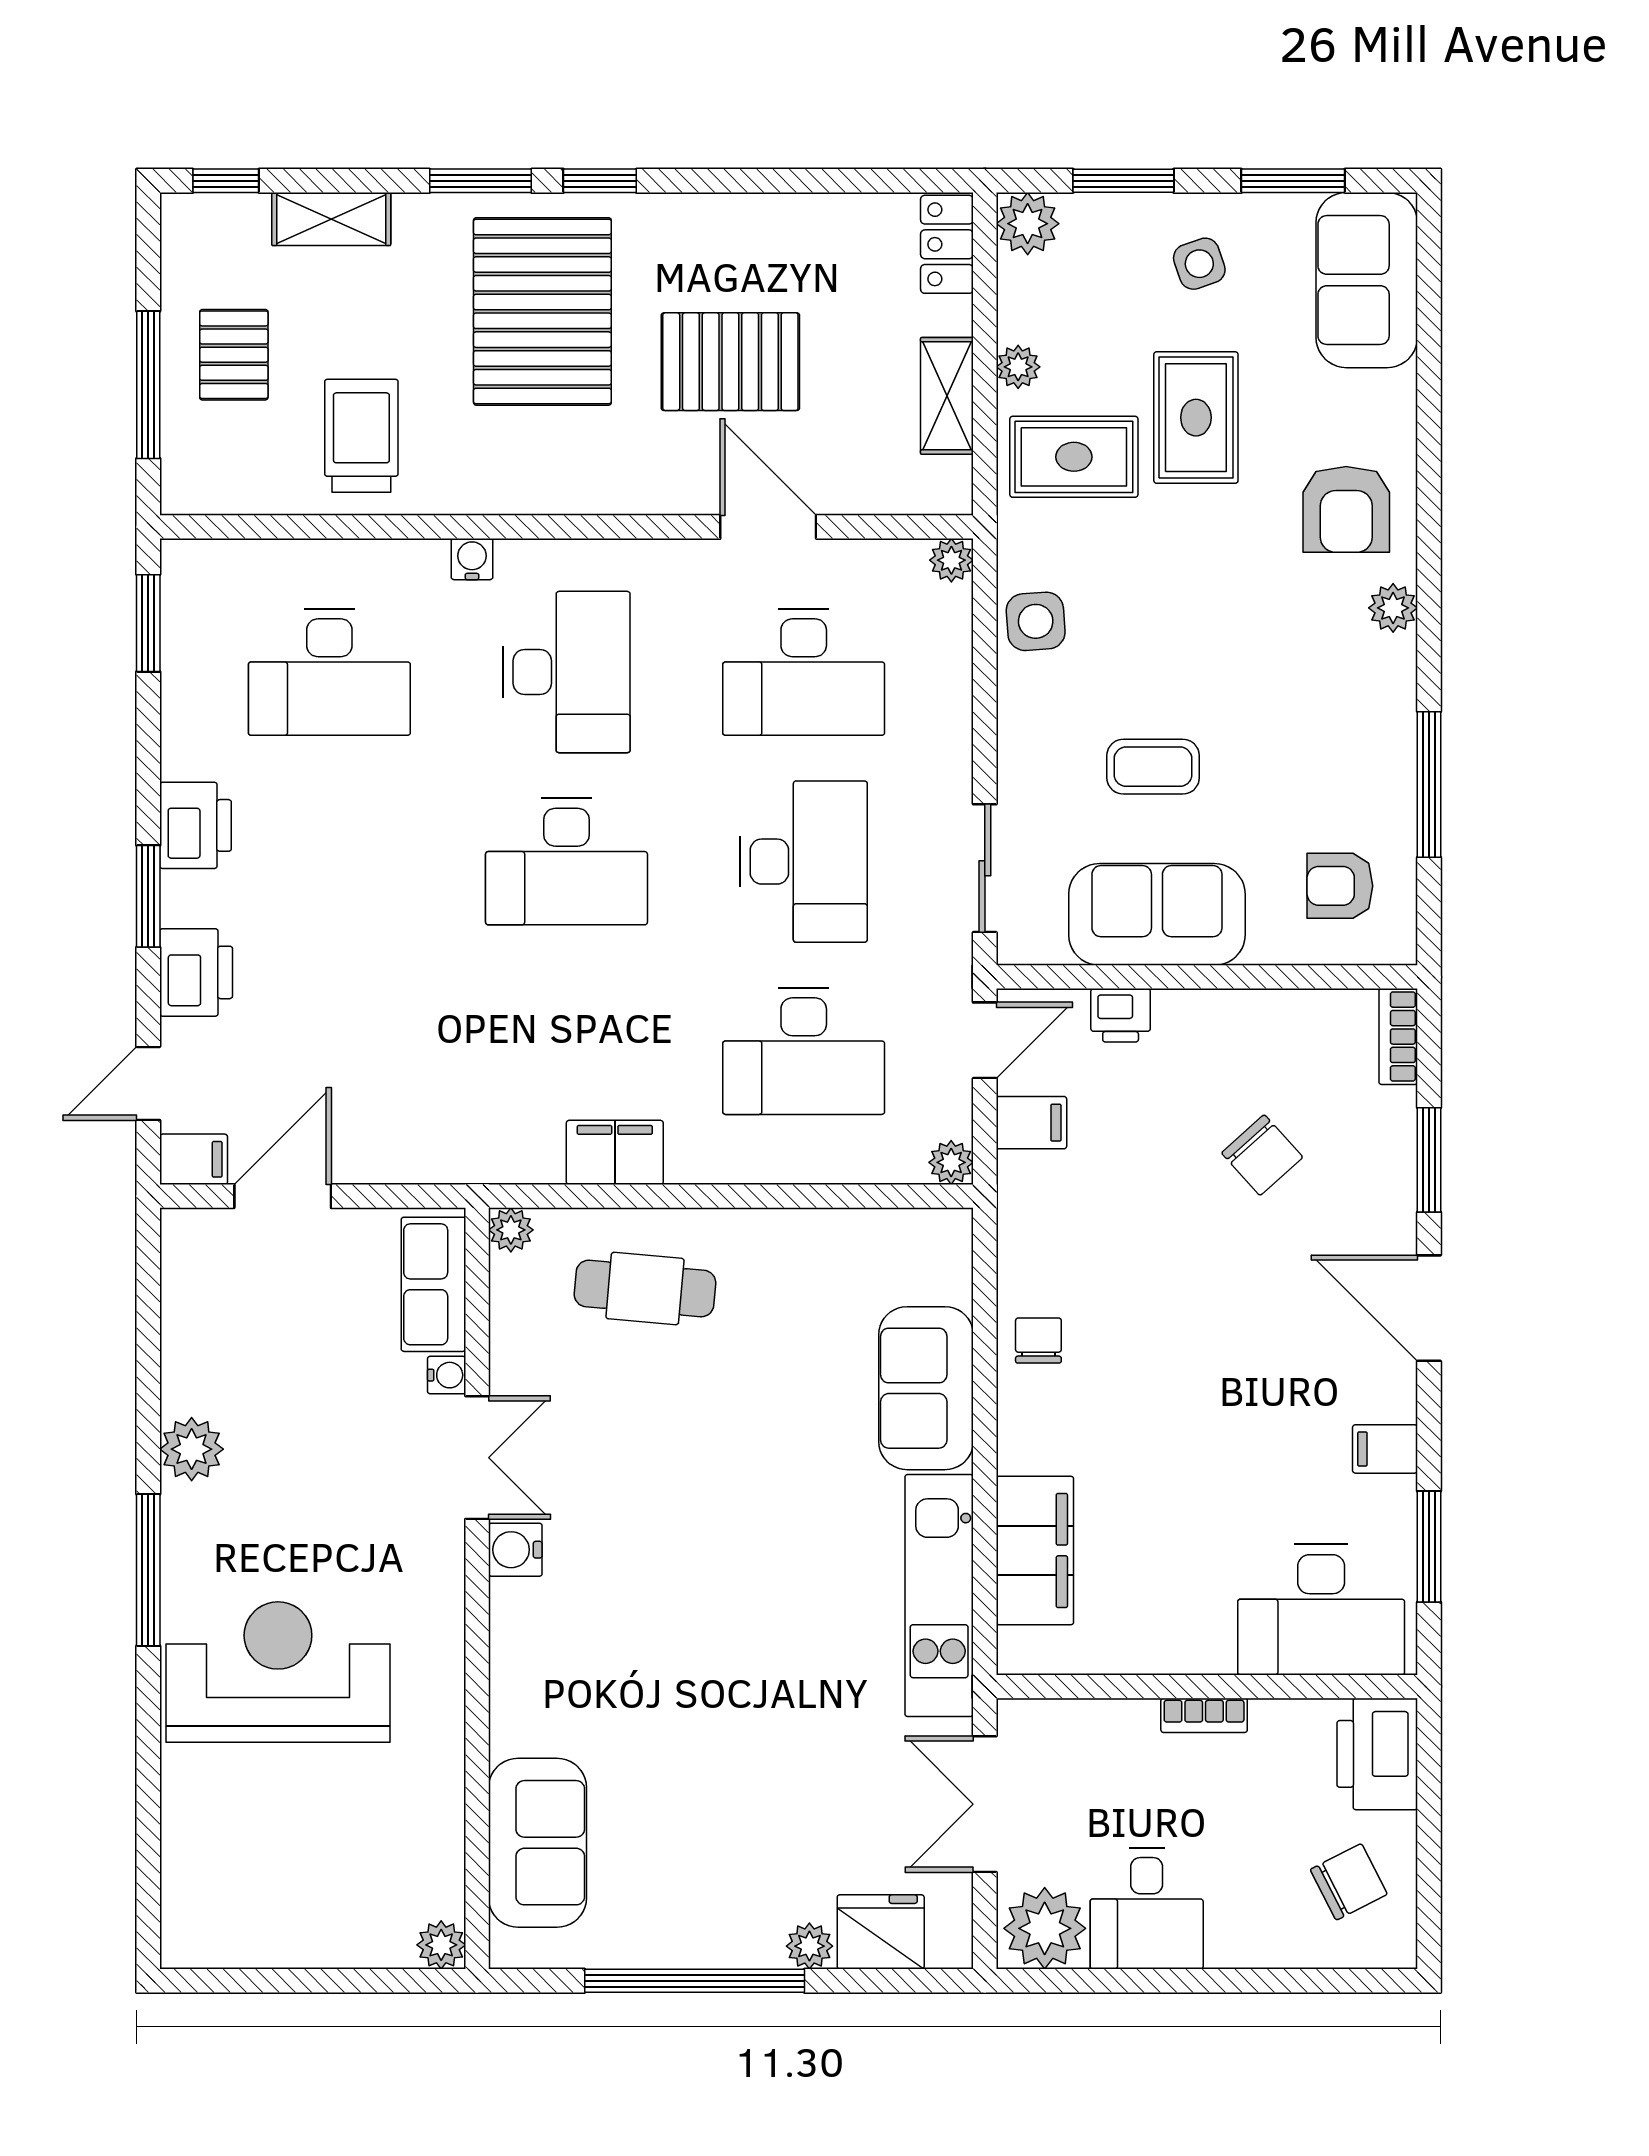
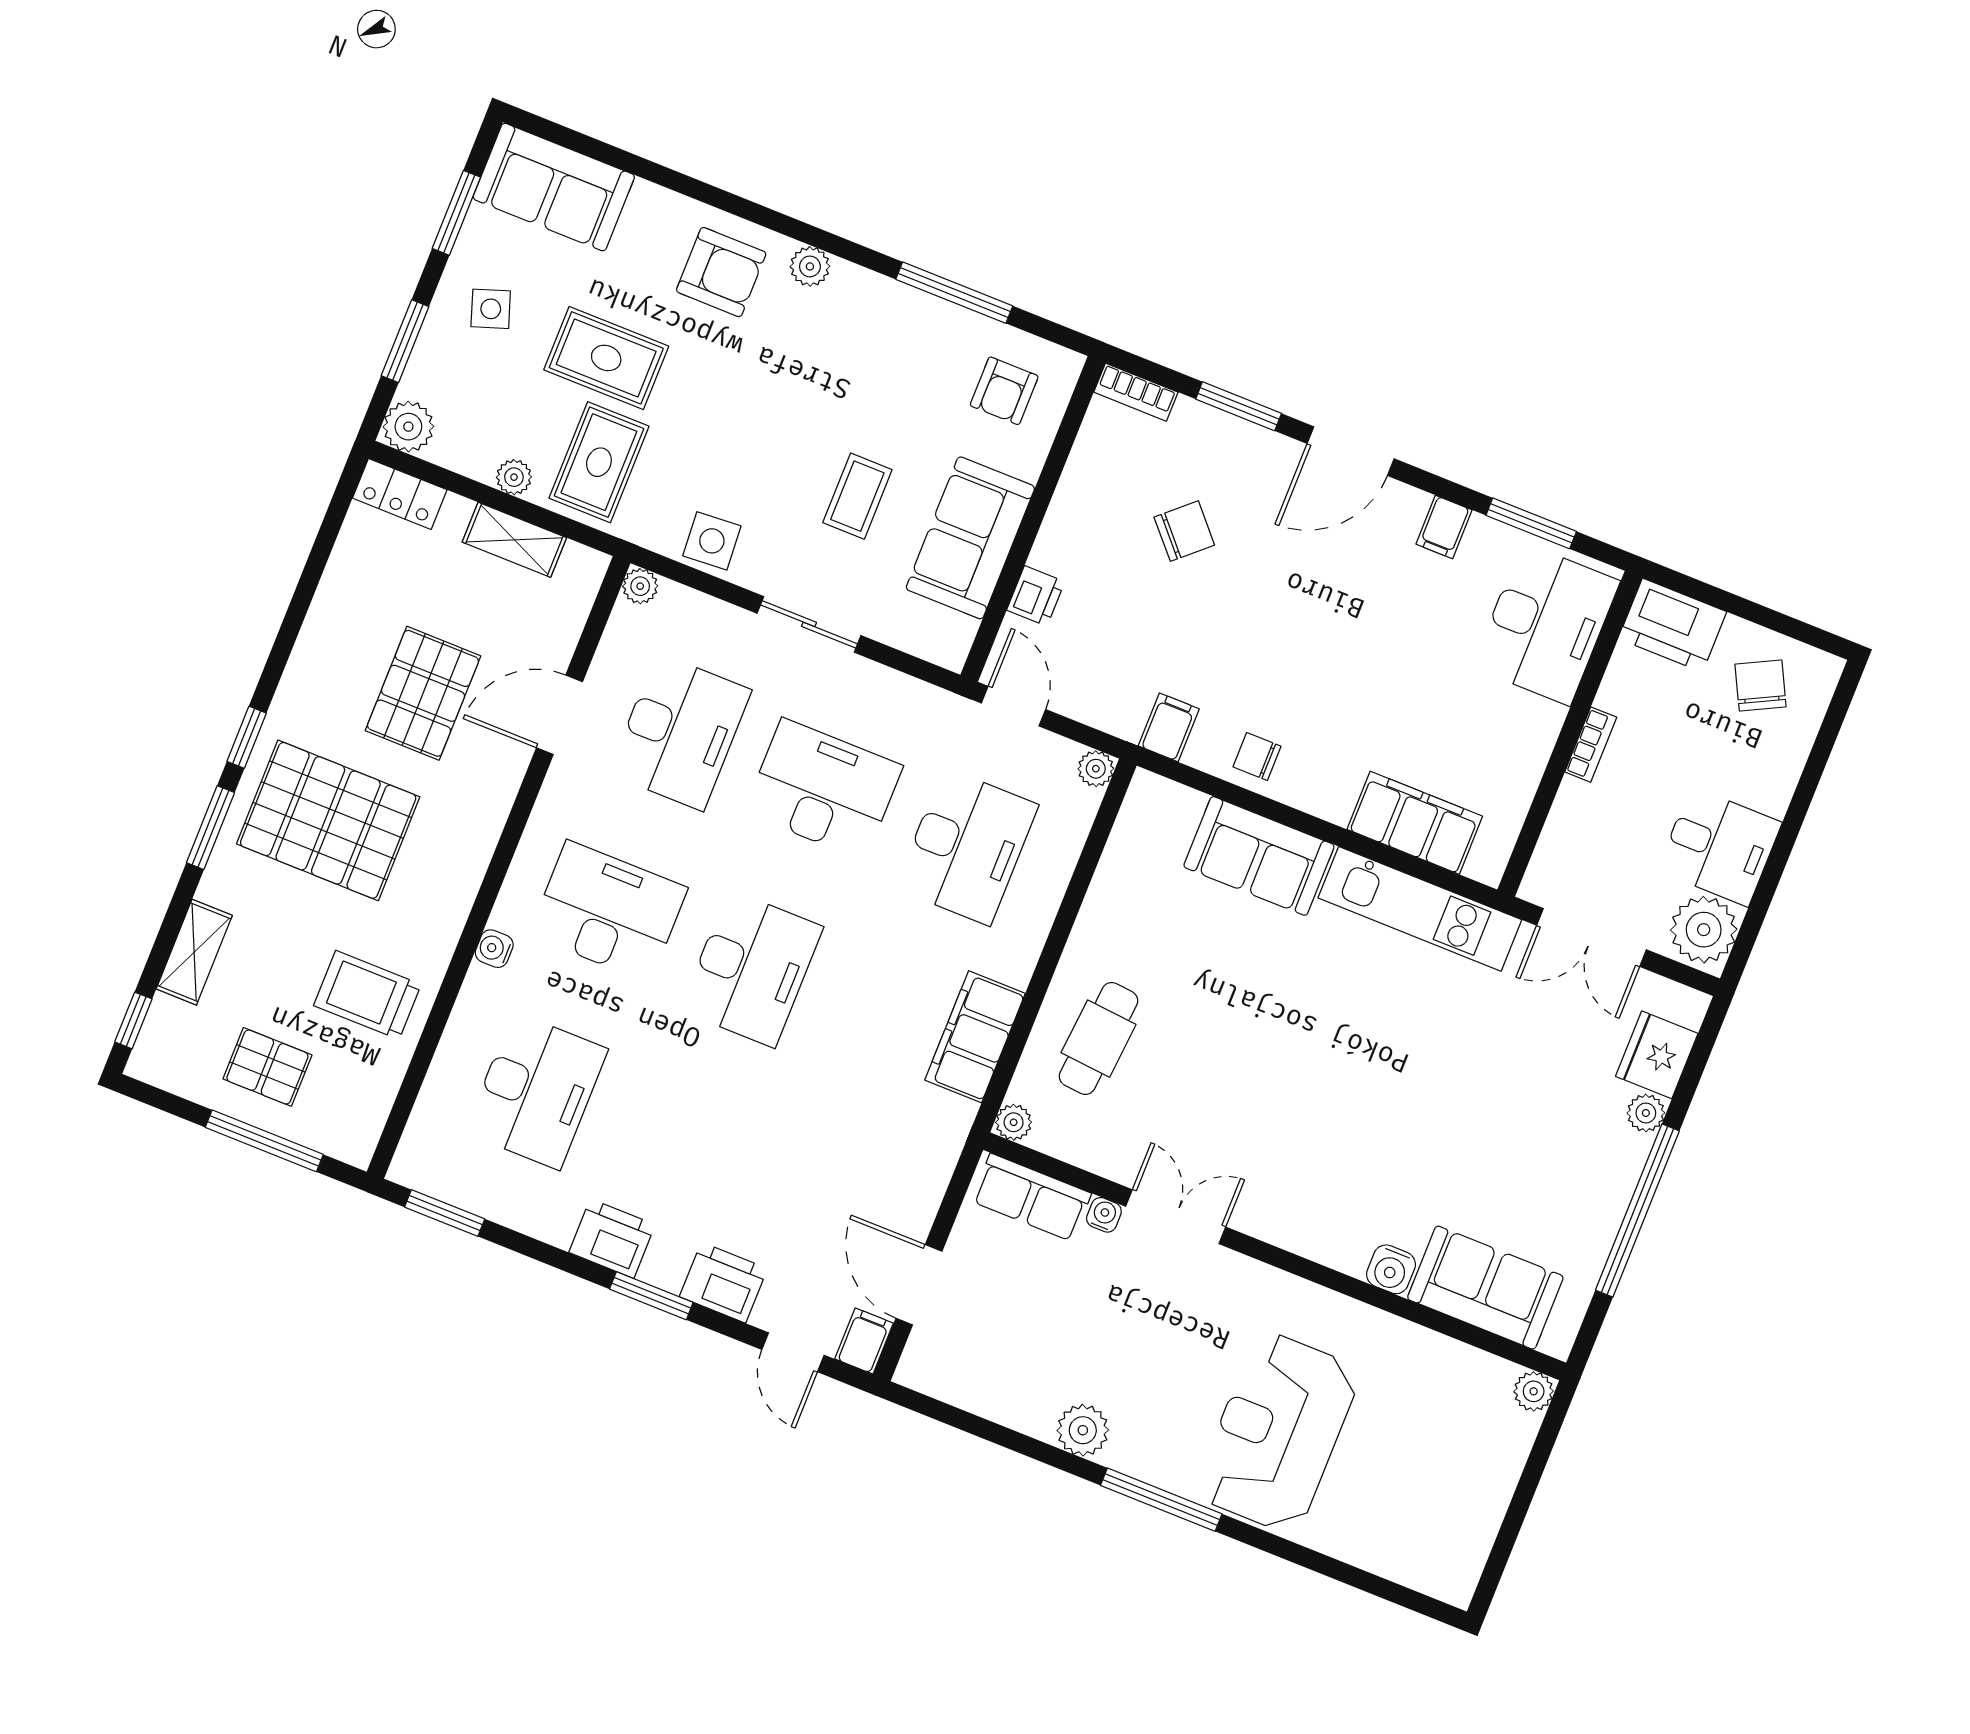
sliding door: (985, 868) -> (809, 624), moved
filing cabinet: (1031, 1123) -> (1169, 727), moved
filing cabinet: (615, 1152) -> (975, 1037), width x1.50, depth x1.17
water cooler: (515, 1550) -> (1391, 1269), moved

